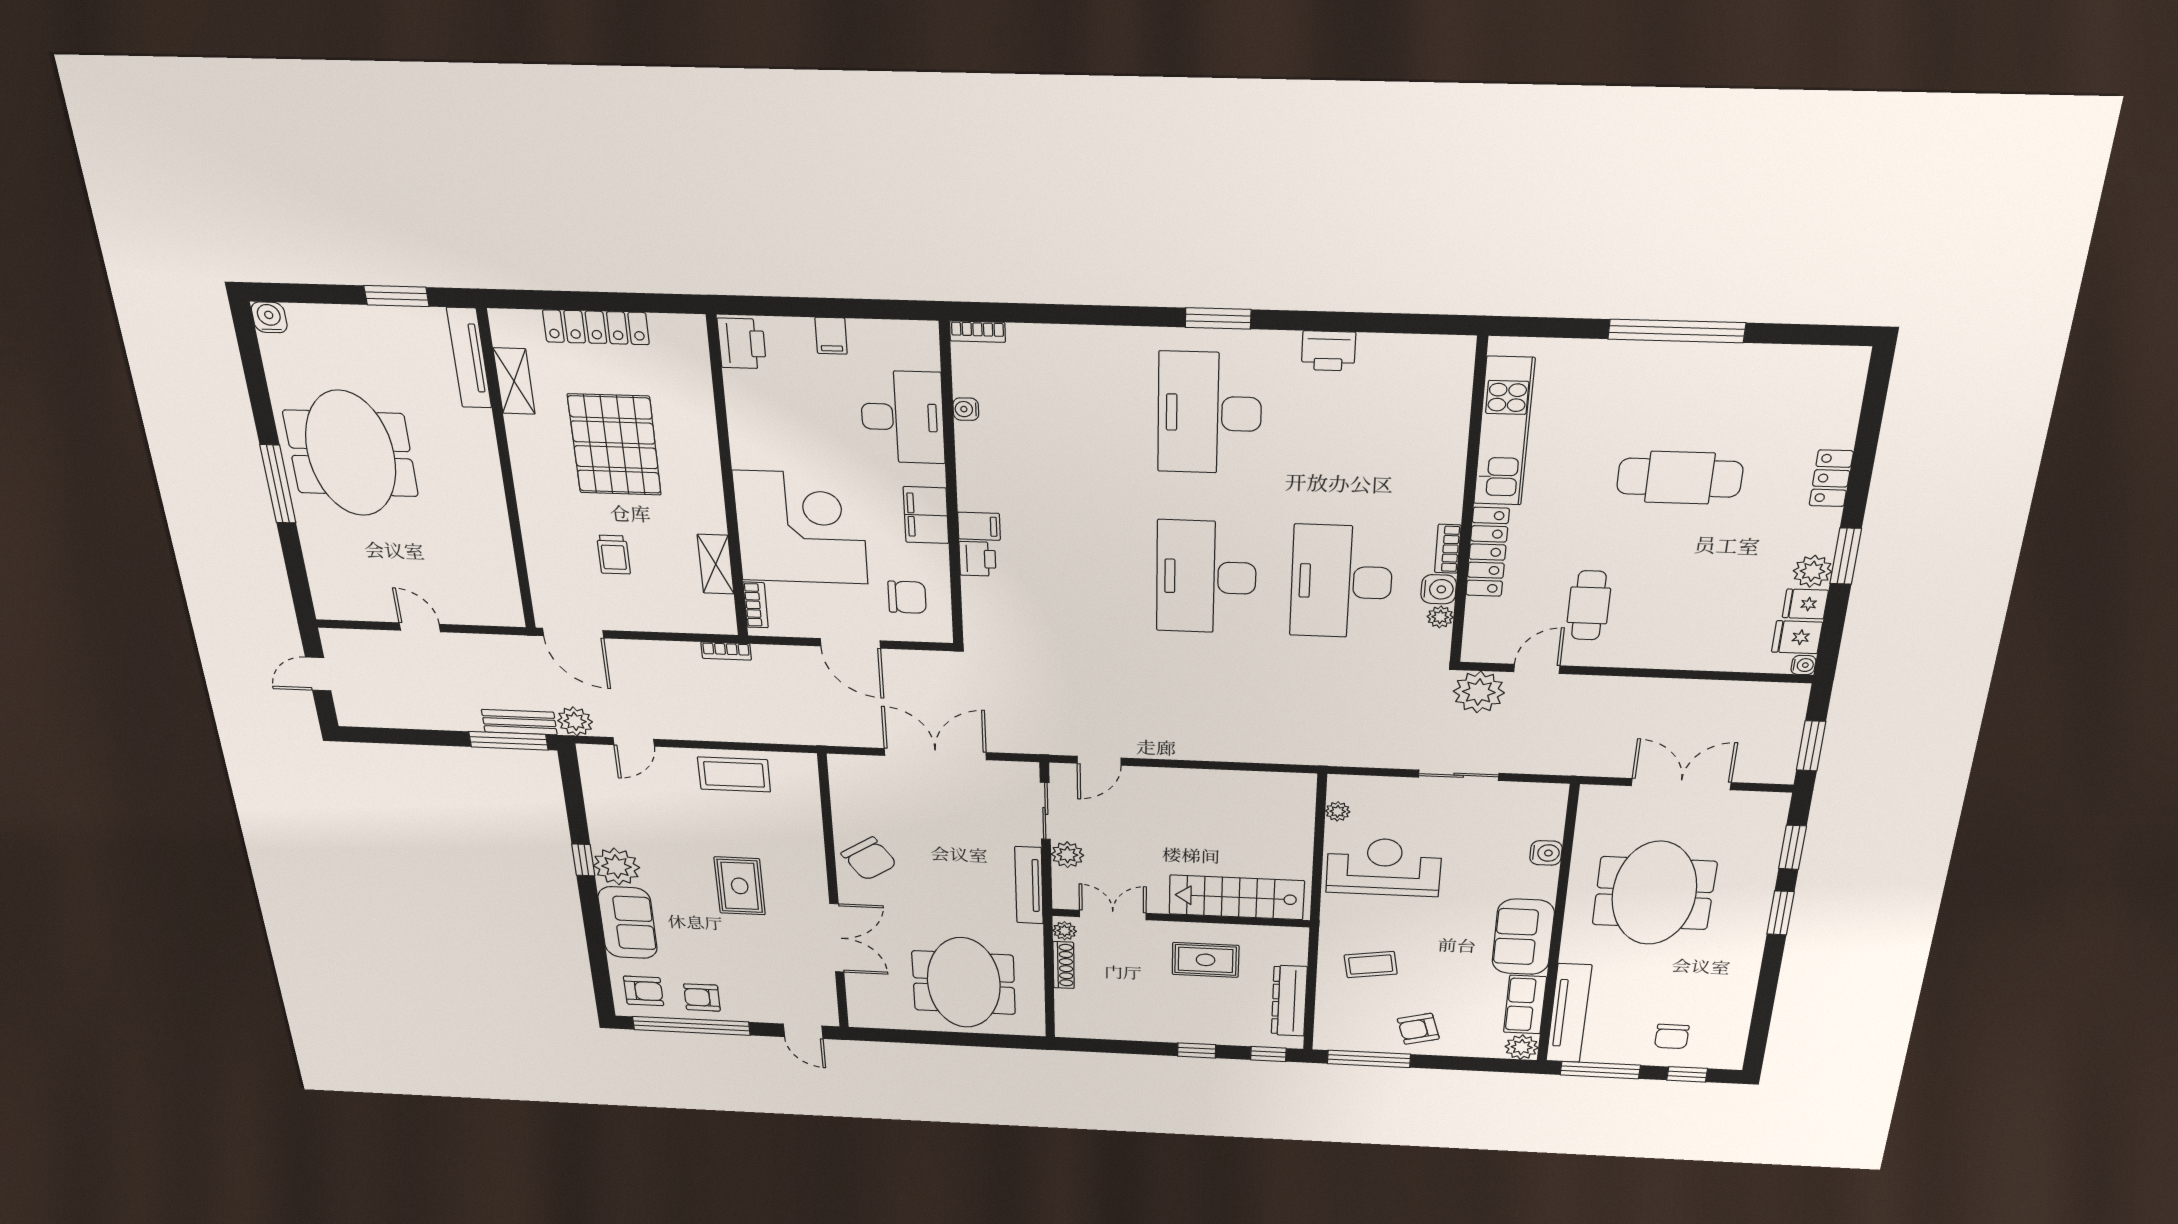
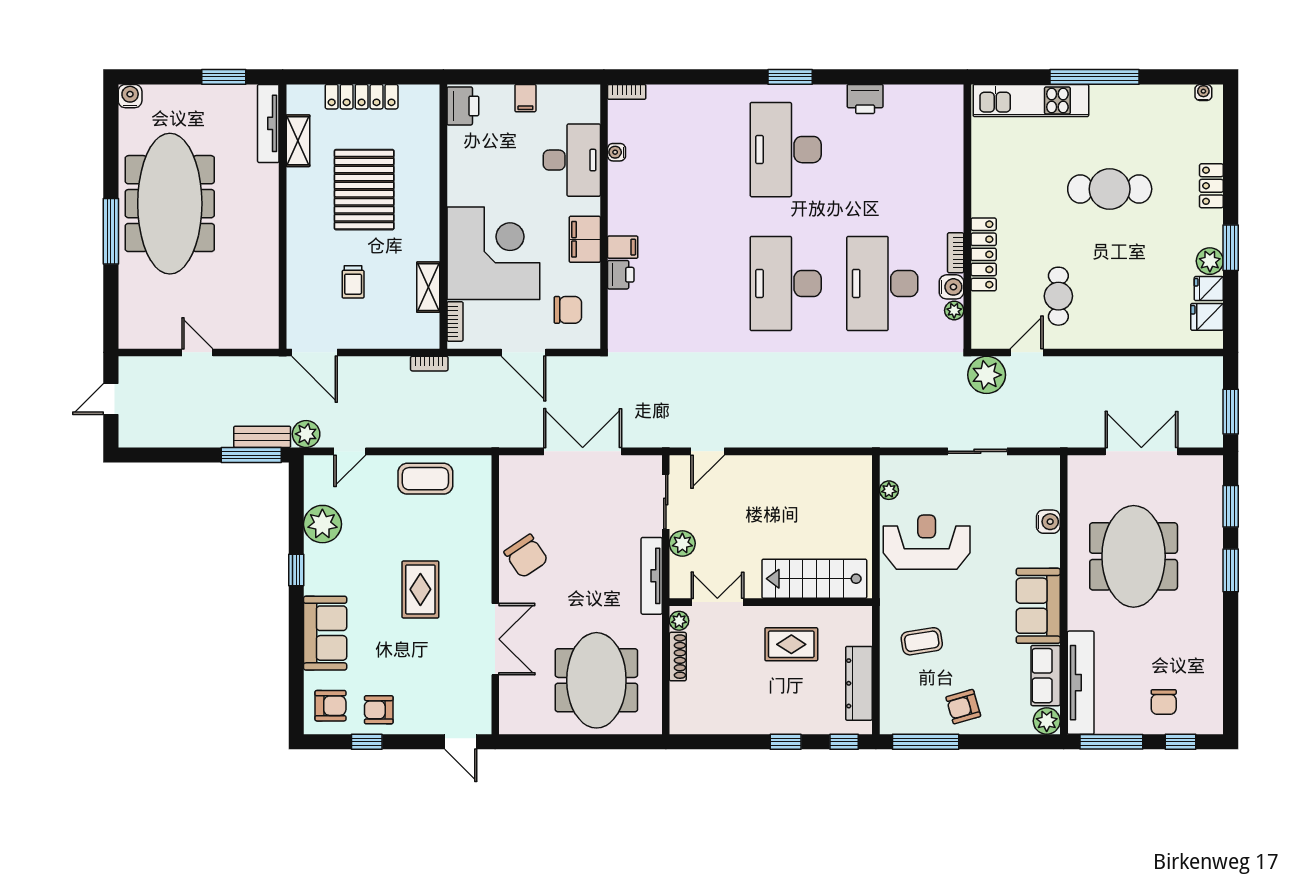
kitchen unit: (1504, 432) -> (1031, 101), moved, turned 90
meeting table: (351, 453) -> (170, 204), width x1.36
water cooler: (1803, 665) -> (1203, 92), moved, turned -90
plant: (616, 867) -> (322, 524), moved
window: (691, 1026) -> (367, 742), width x0.32

